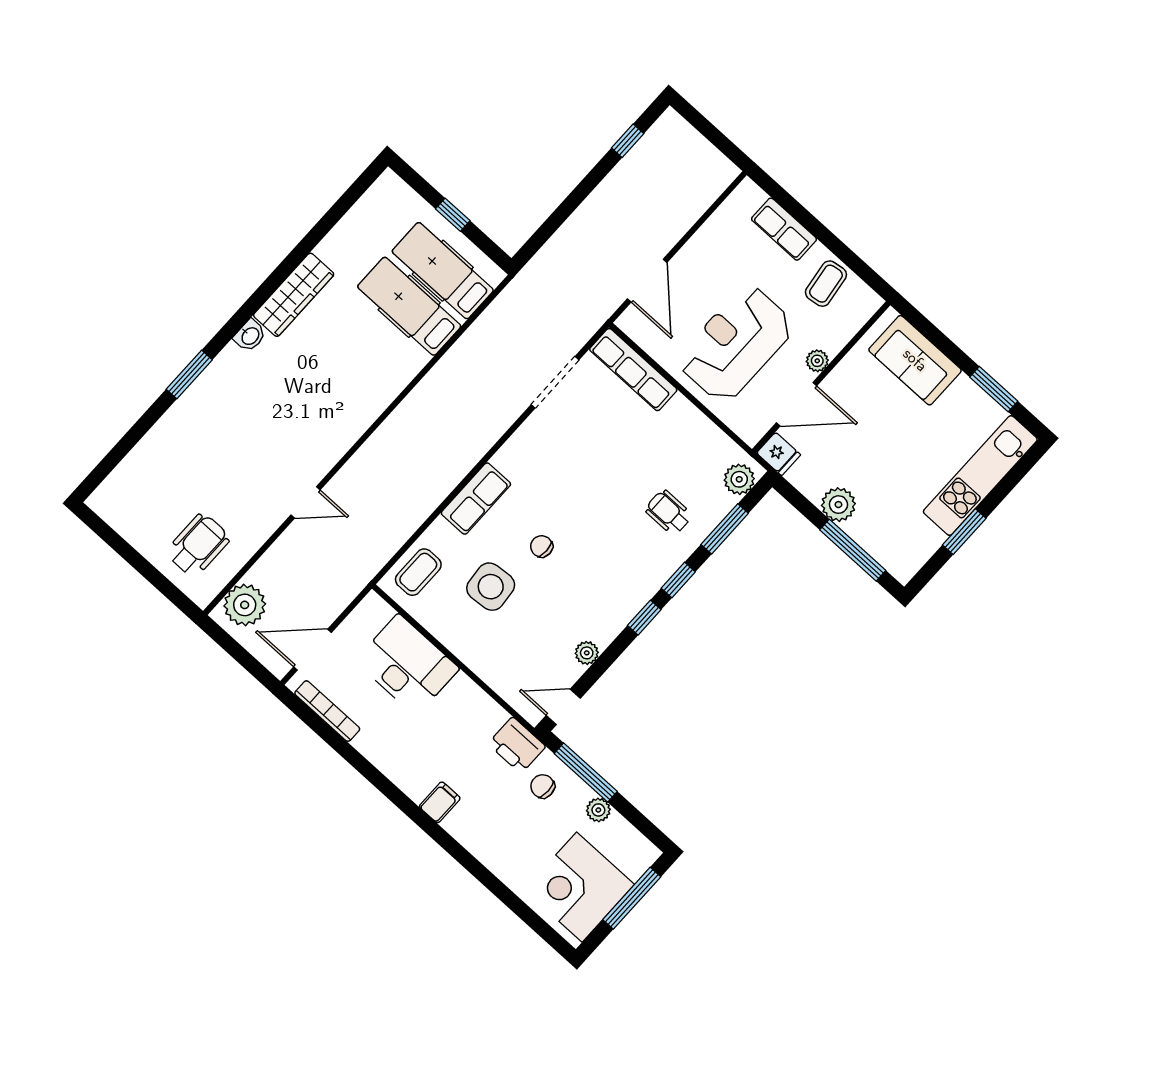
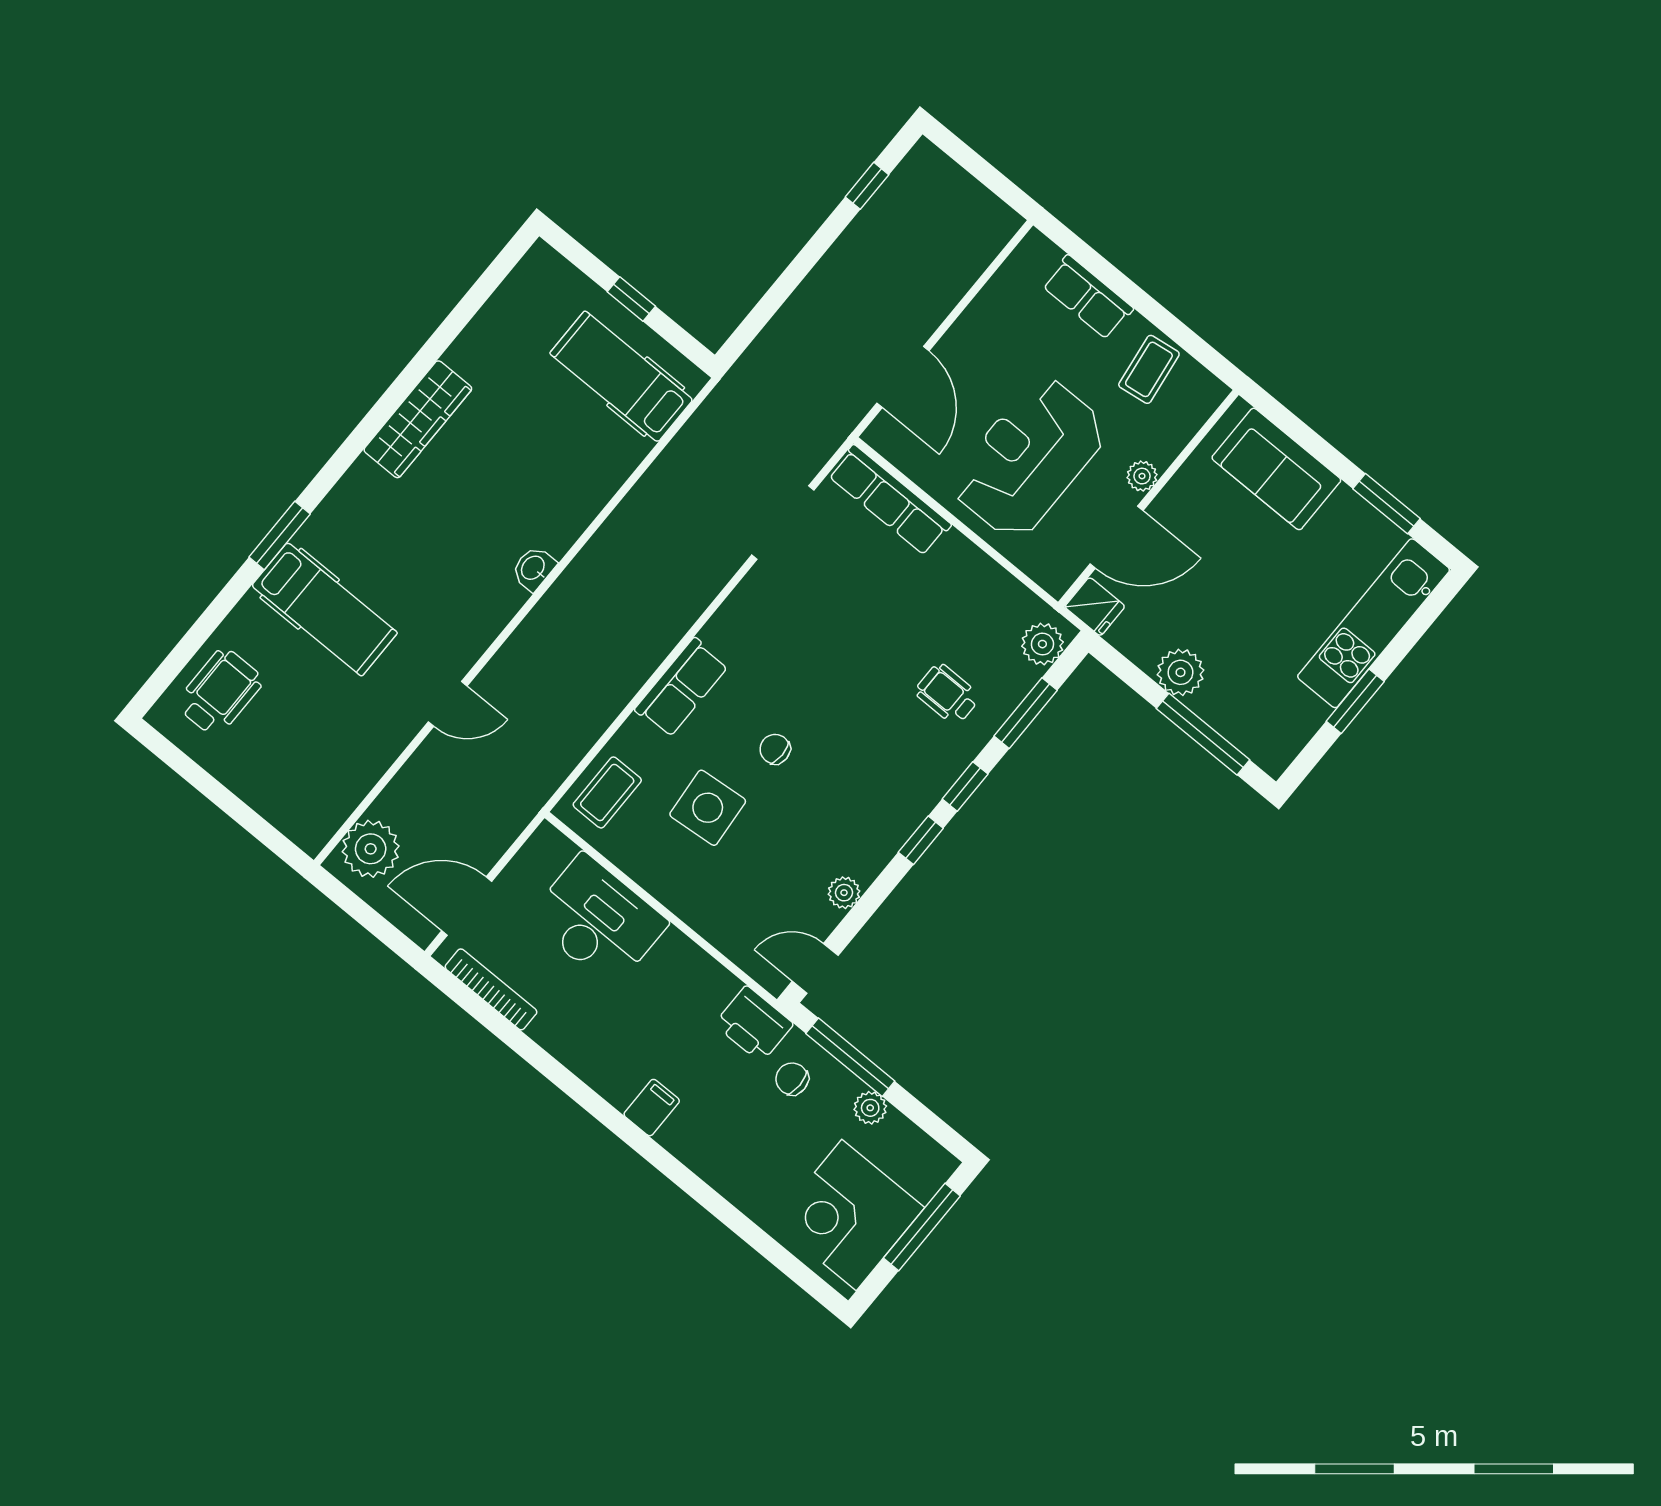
hospital bed: (409, 306) -> (325, 609), moved, turned 180
washbasin: (250, 336) -> (534, 568), moved, turned 180
wheelchair: (198, 545) -> (220, 692), moved

